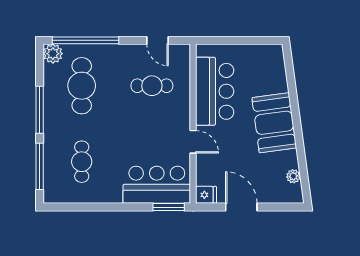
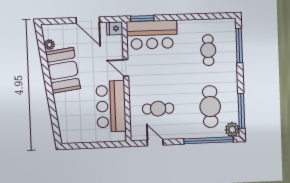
window: (40, 110) -> (241, 111), moved
booth: (274, 123) -> (63, 70), moved

